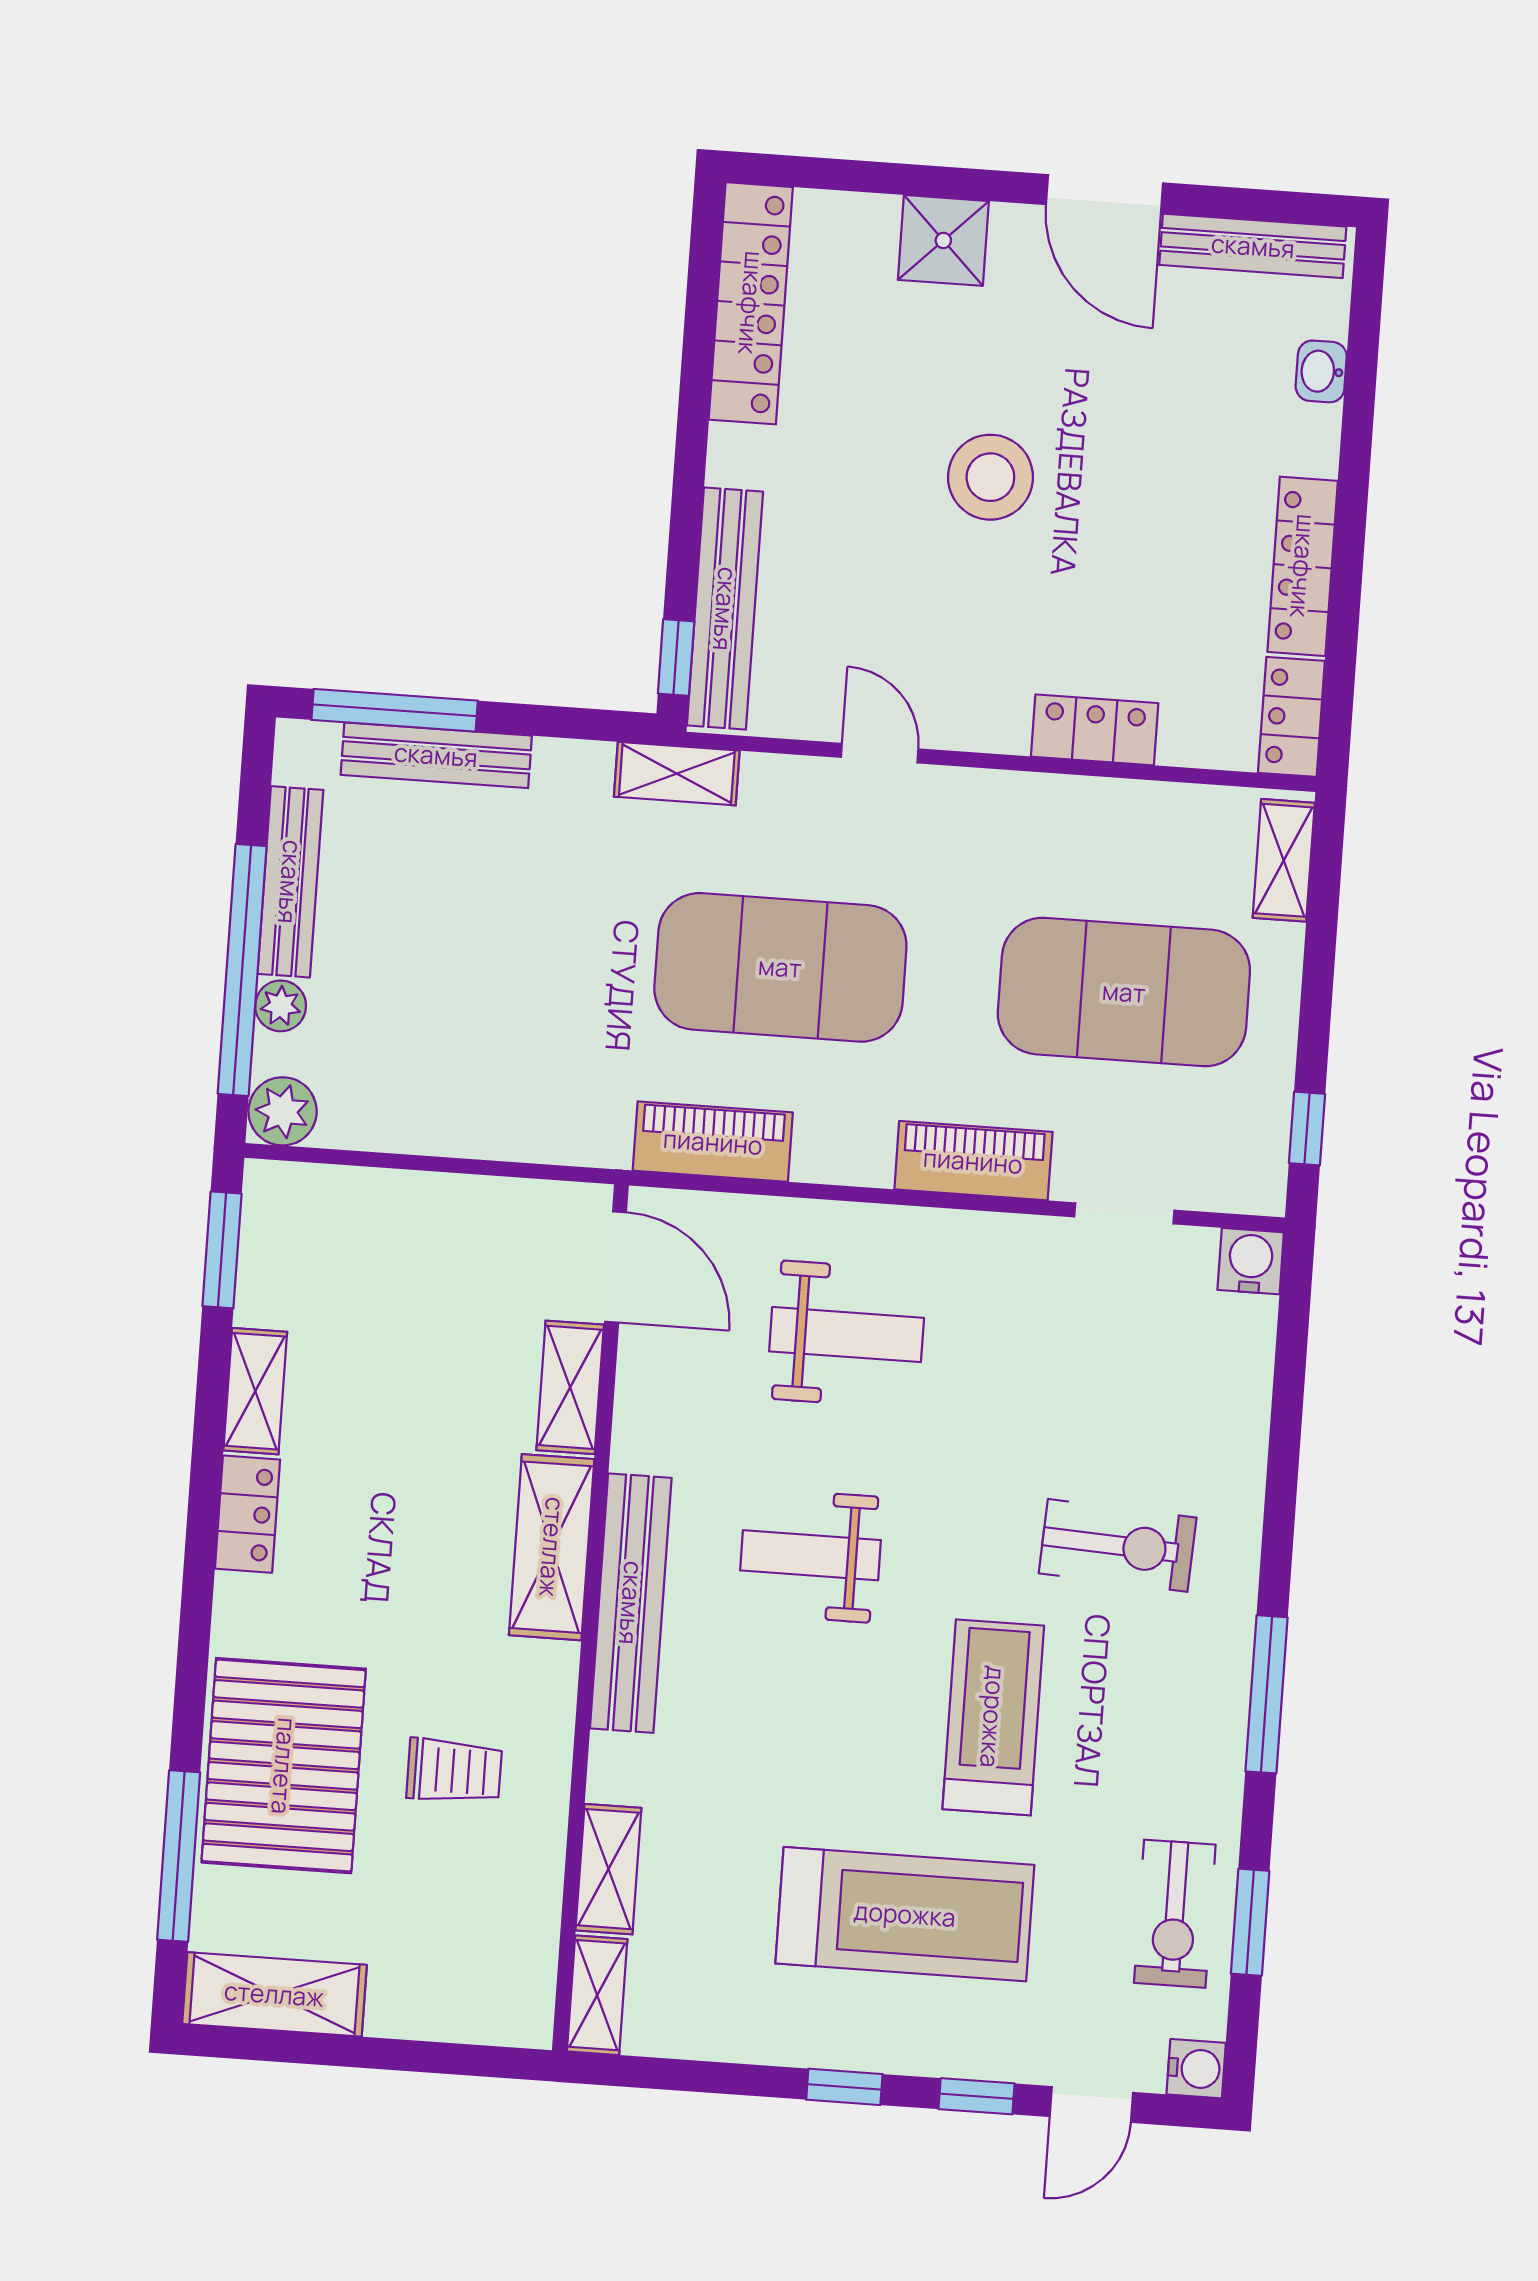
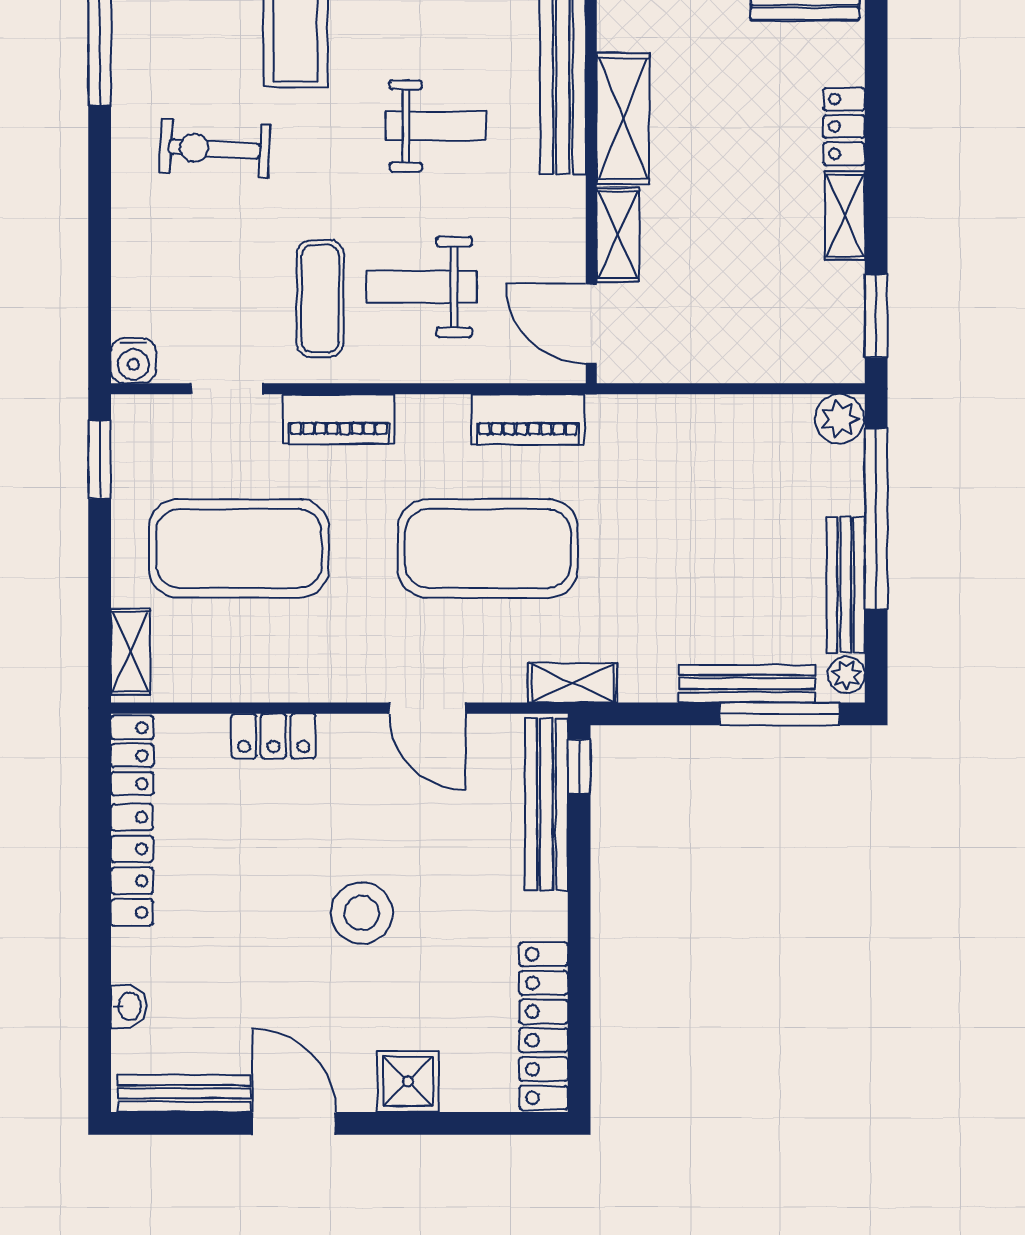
door: (880, 753) -> (427, 708), width x1.38
plant: (281, 1006) -> (846, 675), moved
window: (1307, 1128) -> (100, 459), width x1.50
exercise mat: (987, 1329) -> (320, 299), added

